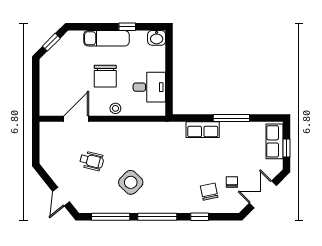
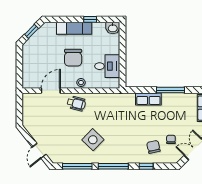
wheelchair: (92, 161) -> (76, 103), moved

